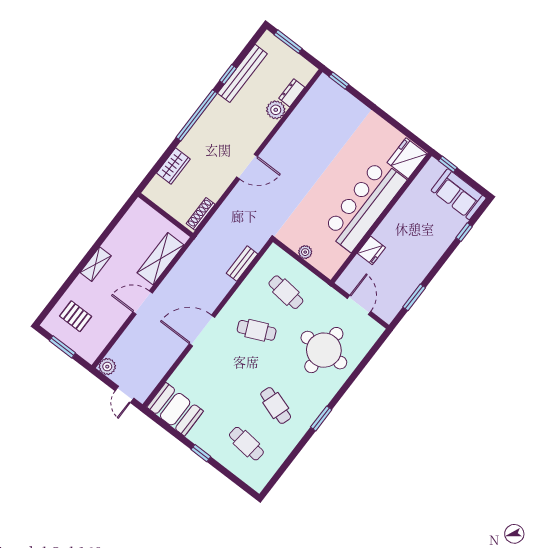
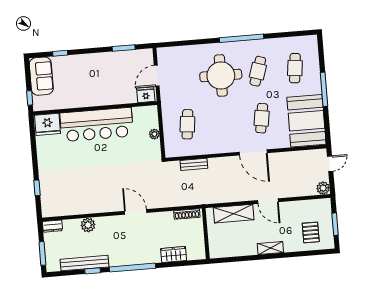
window: (339, 81) -> (37, 188), moved
dresser: (292, 93) -> (52, 226), moved
fridge: (371, 250) -> (146, 95), moved
cafe table: (257, 330) -> (262, 118), moved, turned 33
round table: (324, 350) -> (221, 75), moved
booth: (175, 409) -> (306, 121), width x1.36, depth x1.42
window: (321, 418) -> (242, 38), width x2.11
window: (201, 453) -> (324, 89), width x2.17

